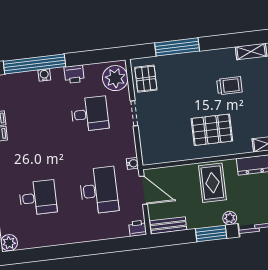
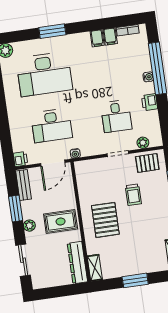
plant: (115, 78) -> (143, 143), width x0.53, depth x0.53
trolley: (229, 86) -> (133, 195), moved
desk: (38, 198) -> (44, 74), width x1.87, depth x1.30
plant: (230, 218) -> (29, 226), moved
window: (211, 234) -> (16, 208), moved

